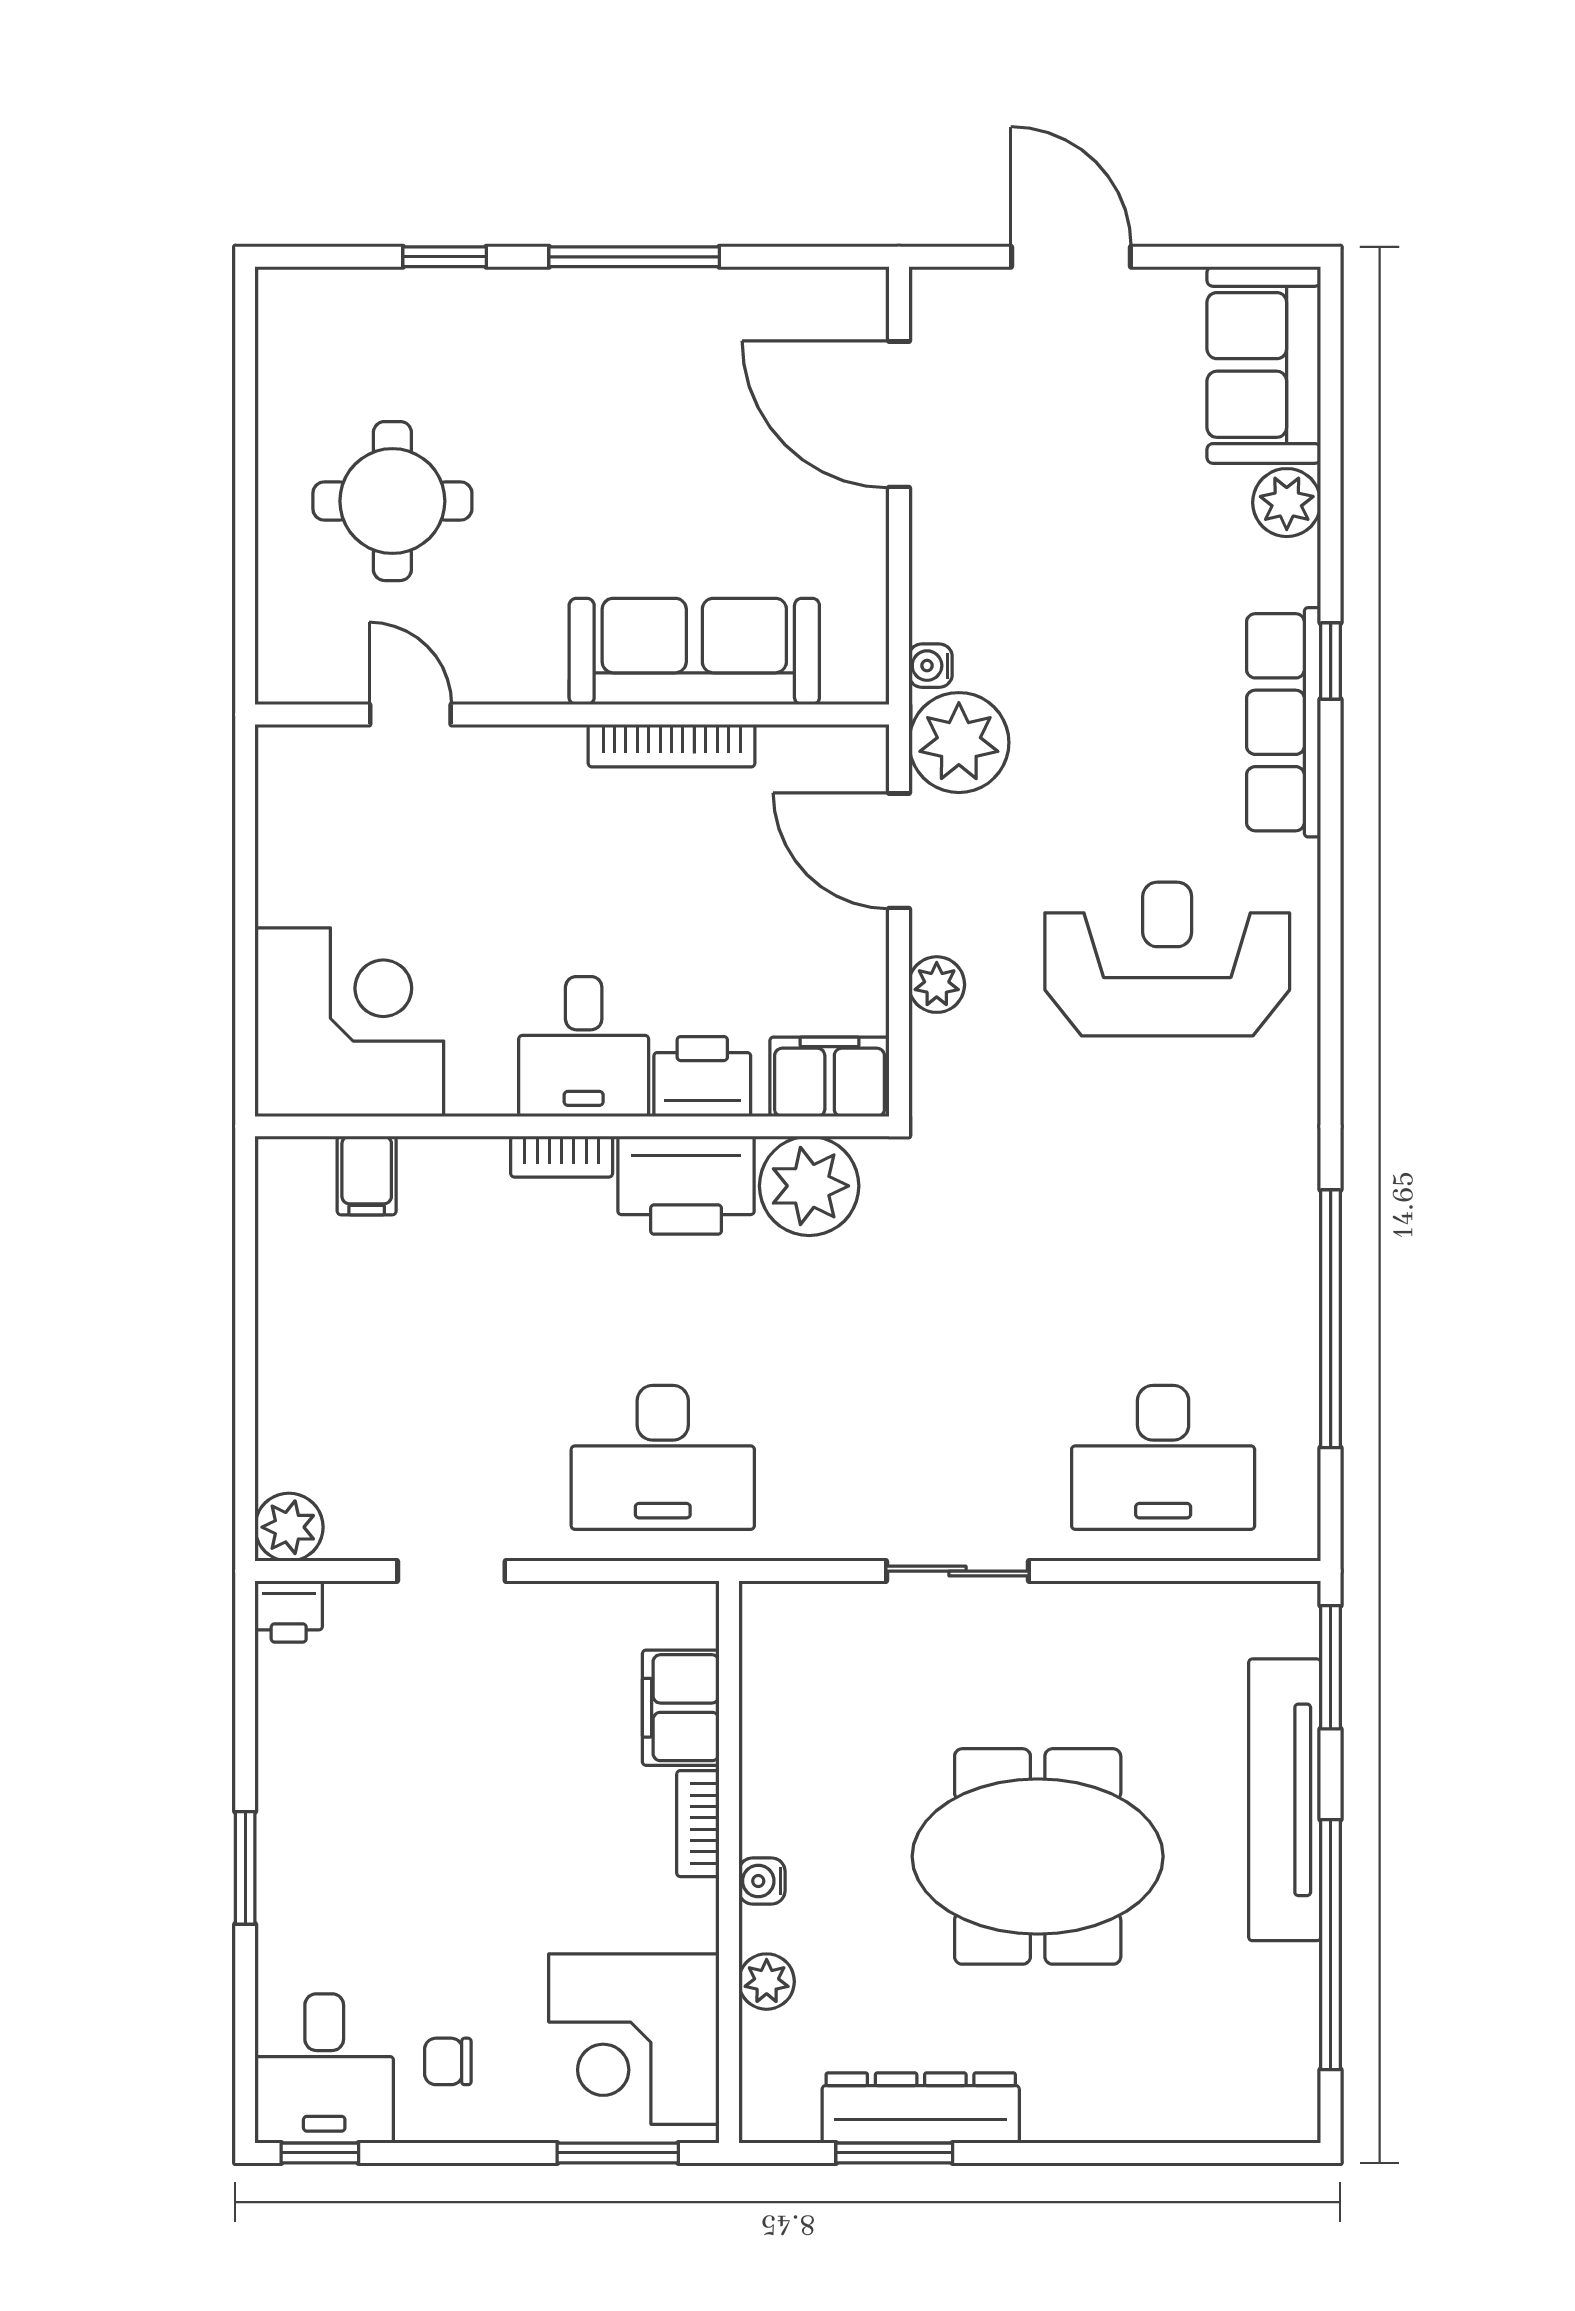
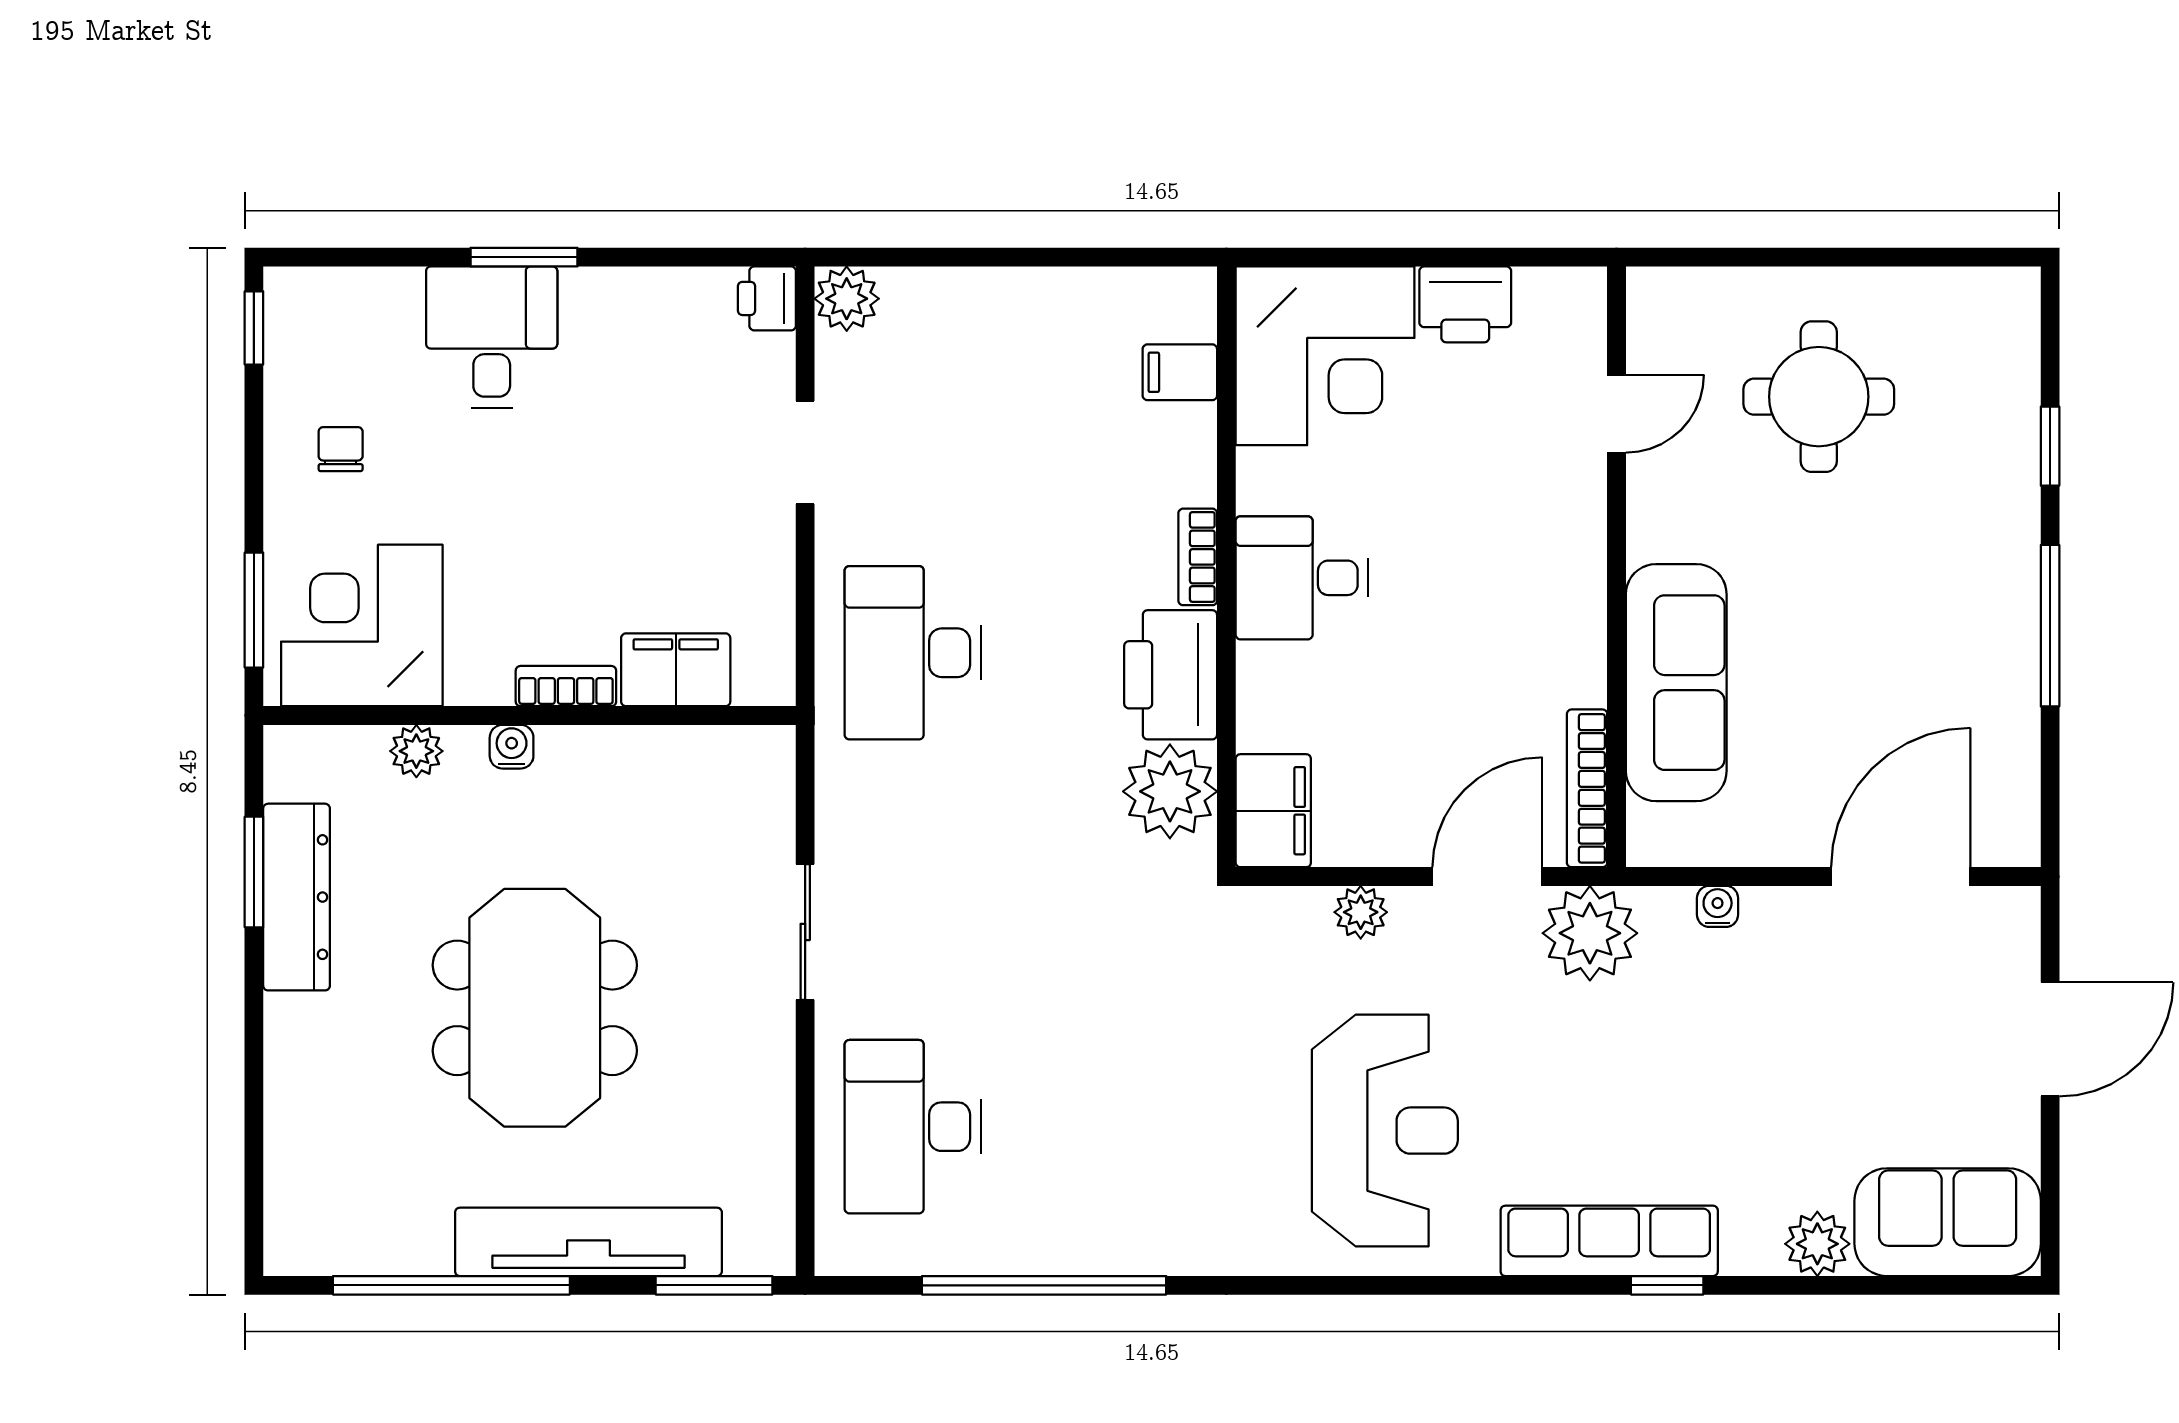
water cooler: (931, 666) -> (1718, 906), moved
bookcase: (672, 746) -> (1587, 788), moved
printer: (702, 1077) -> (1465, 304), moved, turned 90
desk: (324, 2068) -> (492, 337), moved, turned 90

